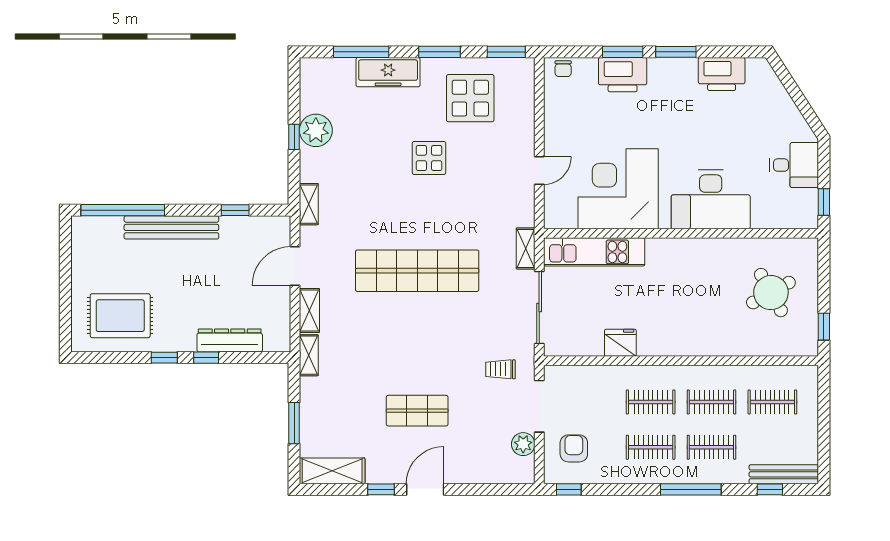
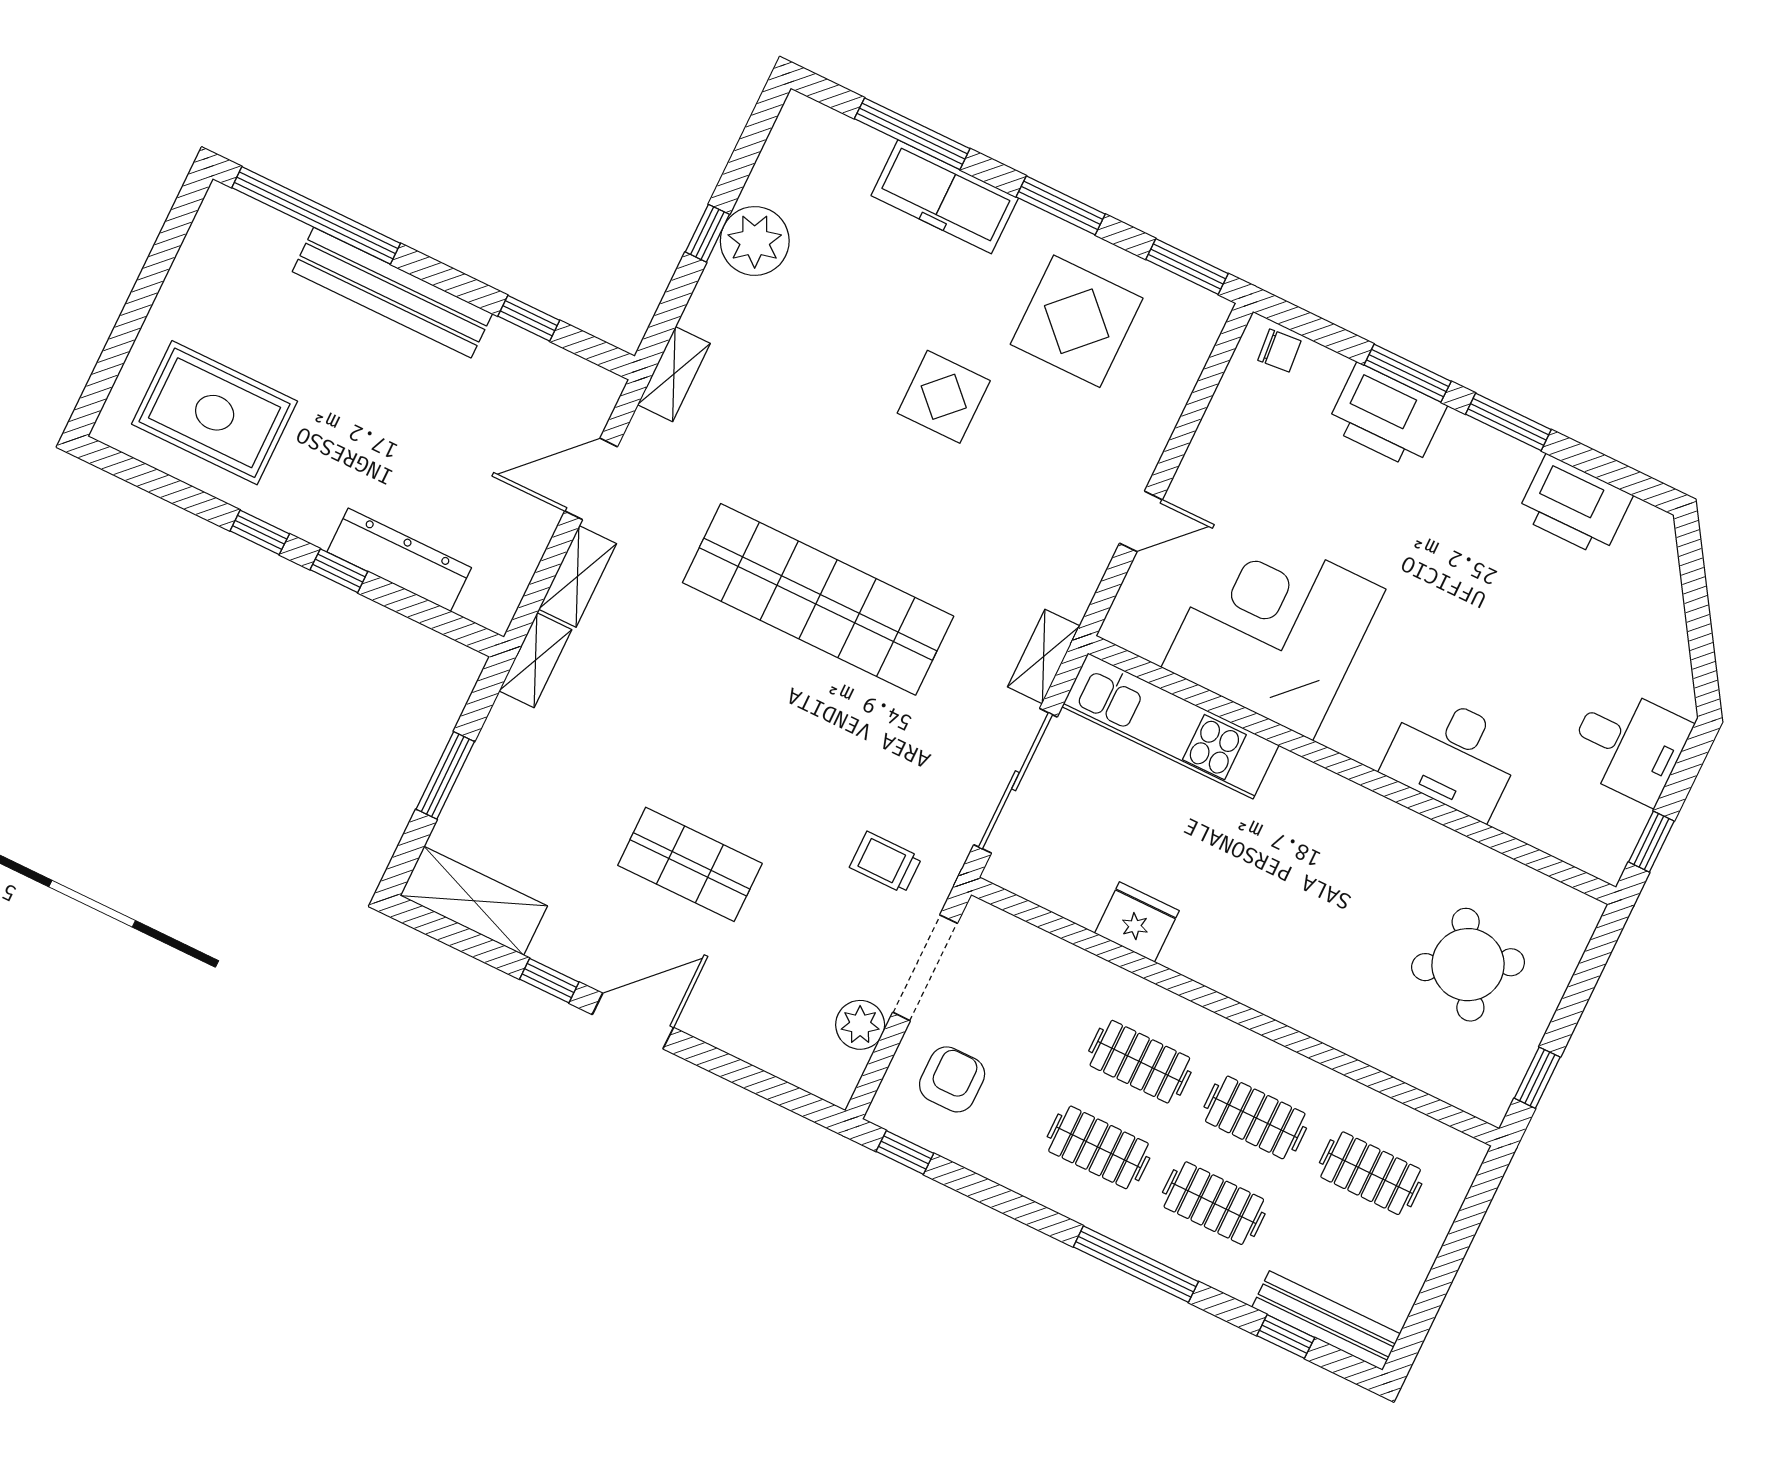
chair: (563, 69) -> (1279, 351), turned -95
desk: (711, 199) -> (1453, 756), width x0.73, depth x0.77

